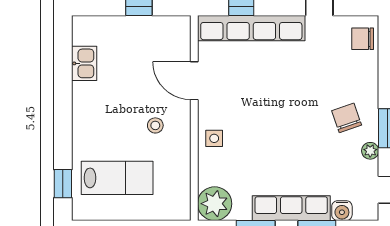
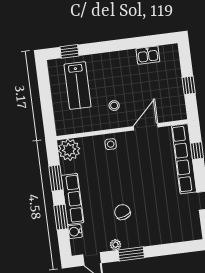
chair: (363, 39) -> (186, 231), removed
chair: (347, 118) -> (122, 212), moved, turned -89

